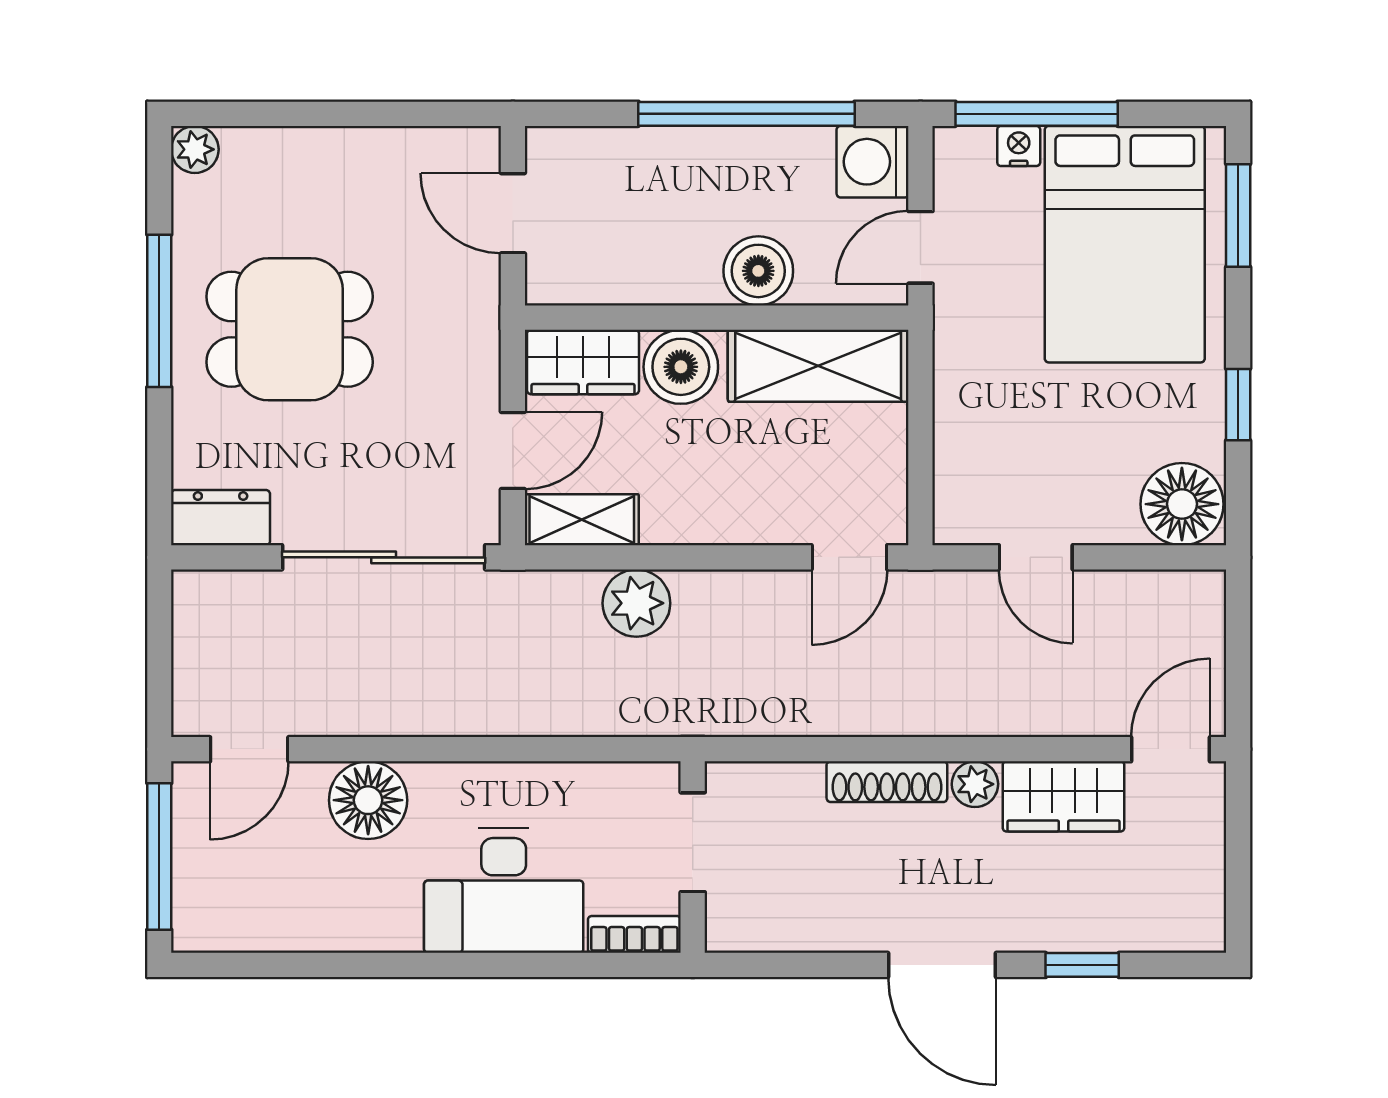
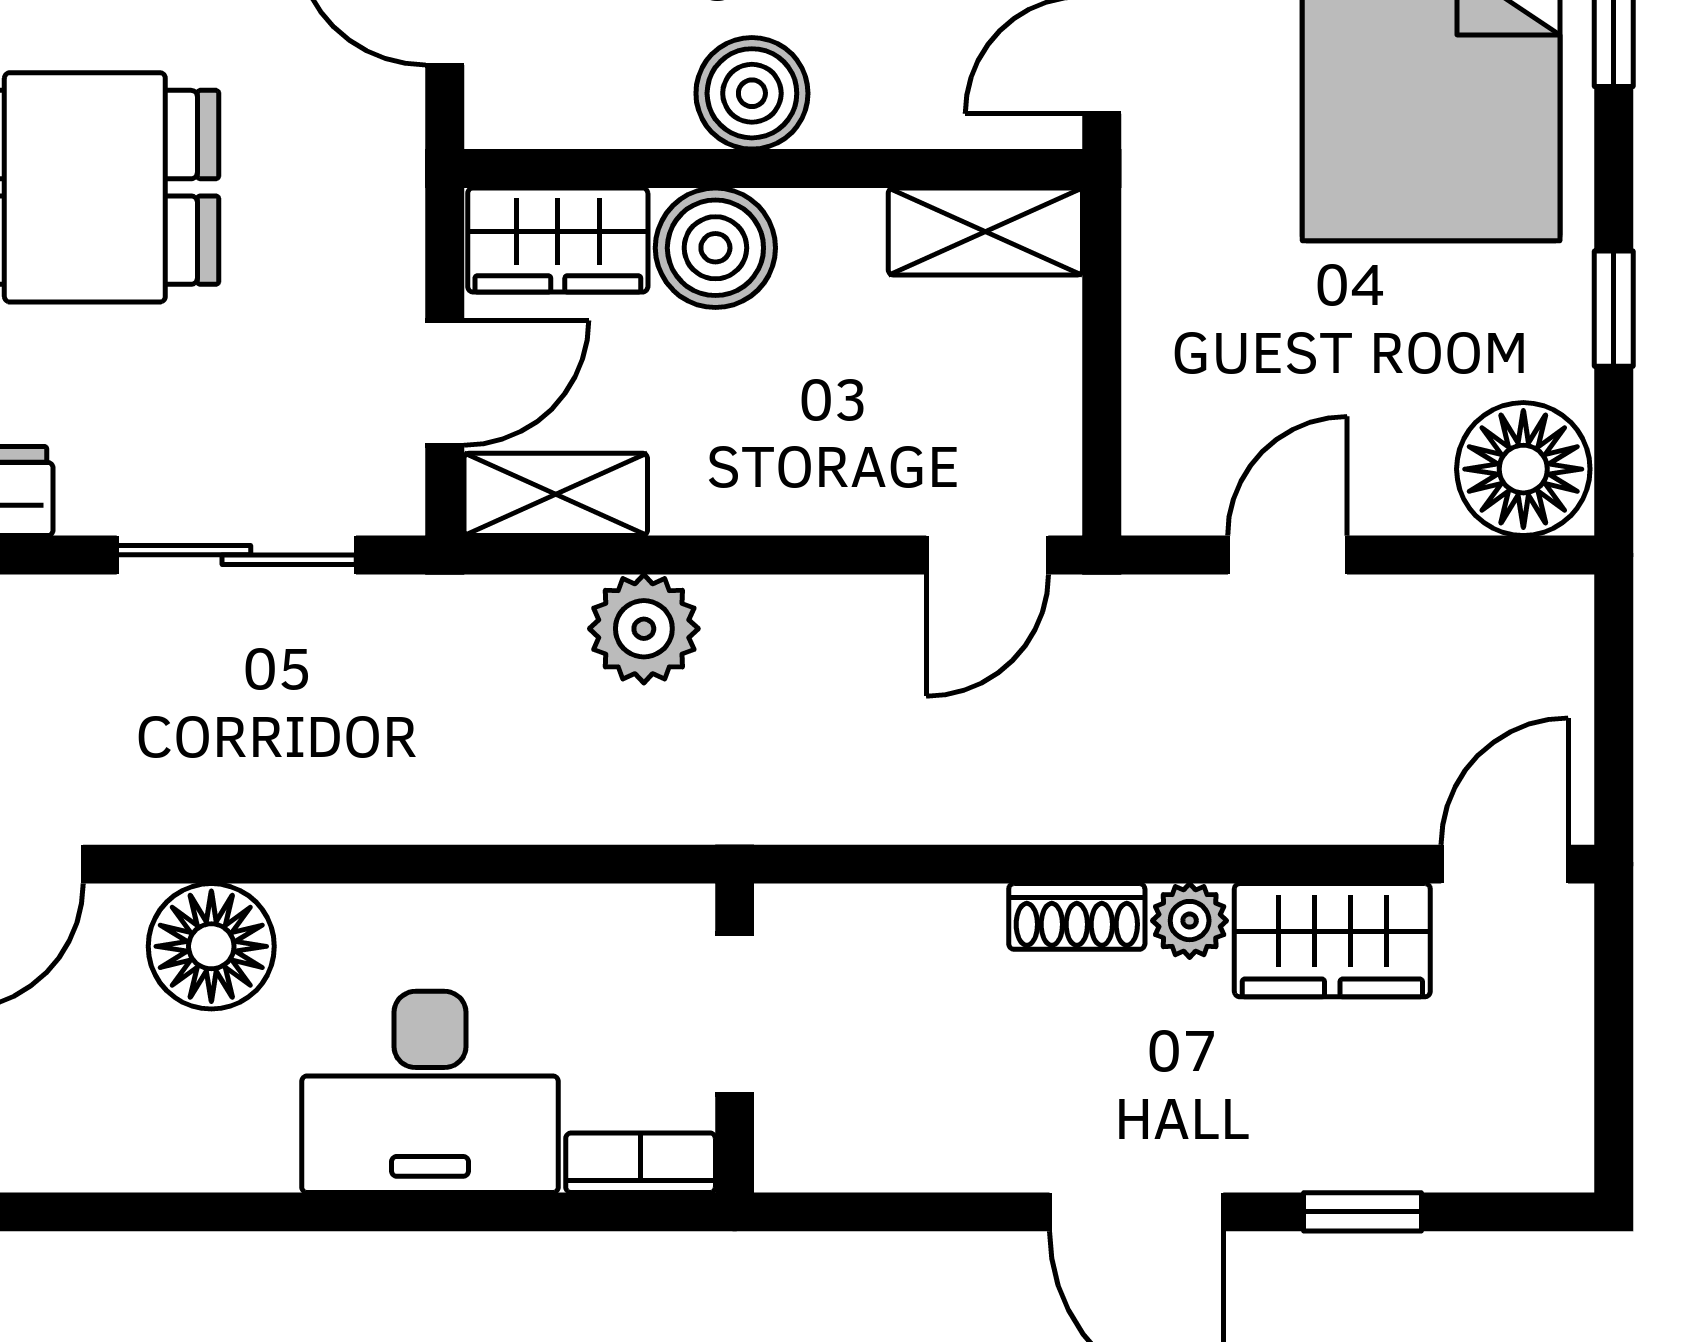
boiler: (758, 271) -> (752, 93), moved
shelving: (818, 366) -> (985, 232), width x0.67, depth x0.75
sliding door: (384, 557) -> (236, 555), width x0.73
door: (1036, 557) -> (1287, 555), swing flipped
shoe rack: (887, 782) -> (1077, 916), width x0.70

